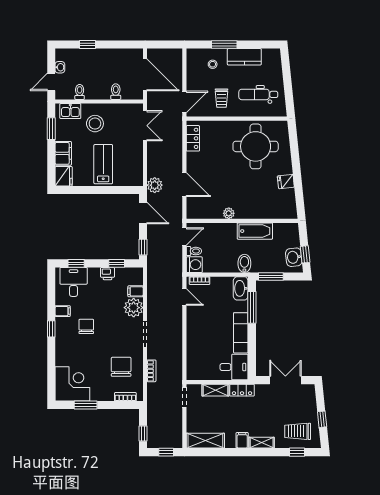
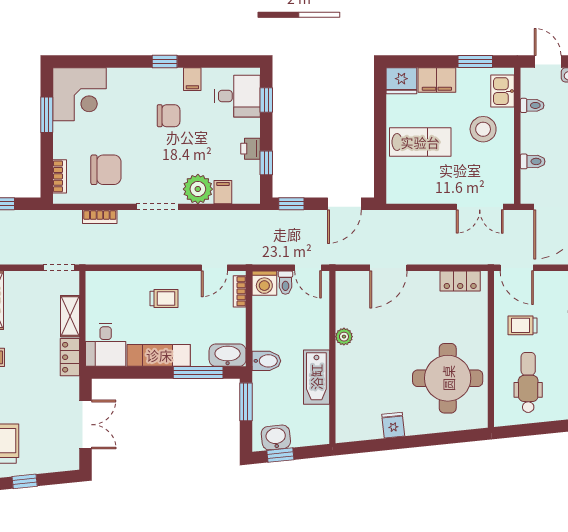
plant: (155, 185) -> (388, 222), removed
trolley: (204, 329) -> (164, 298), added

